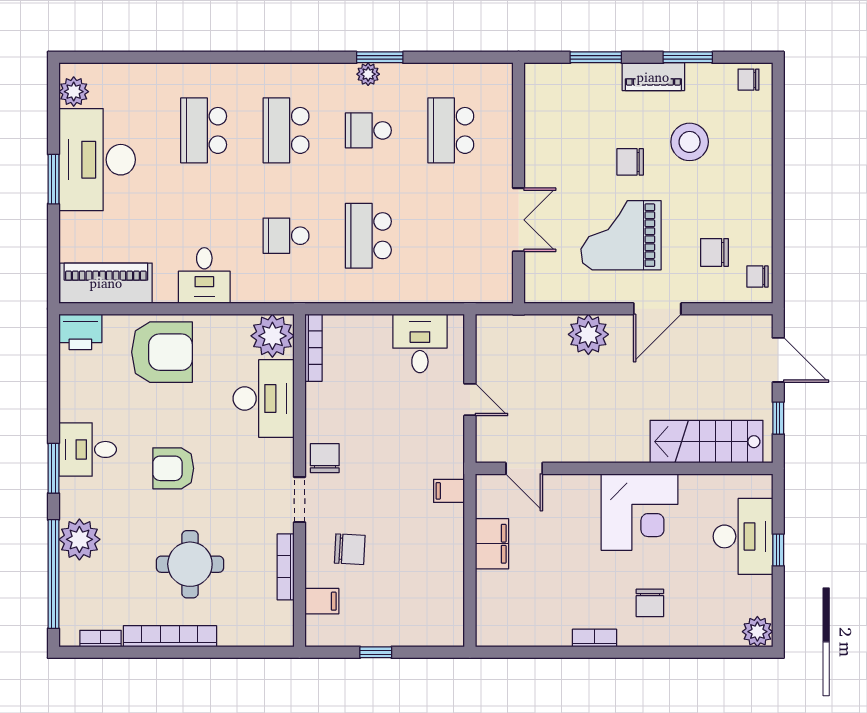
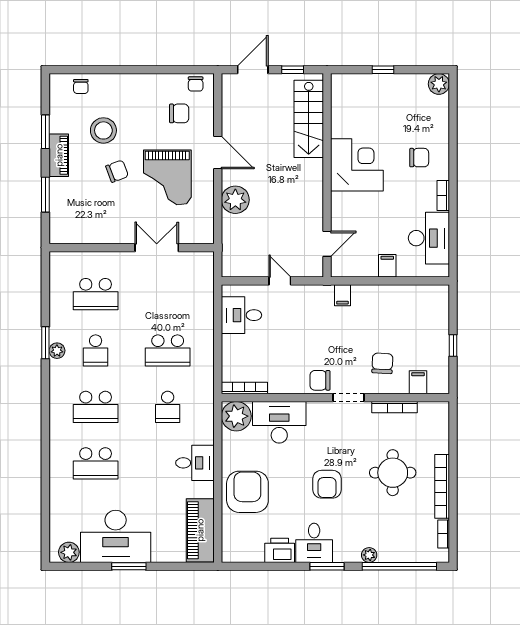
chair: (749, 80) -> (81, 86), moved
chair: (630, 162) -> (117, 171), turned -111
chair: (714, 252) -> (179, 113), turned -90
printer: (80, 332) -> (280, 550), moved, turned -90
door: (470, 400) -> (280, 281), hinge flipped
desk: (743, 536) -> (429, 238), moved, turned 90
plant: (79, 539) -> (369, 555), width x0.53, depth x0.53
filing cabinet: (492, 544) -> (387, 266), width x0.50

